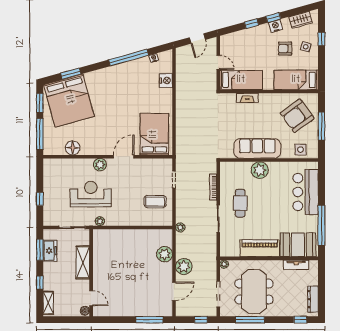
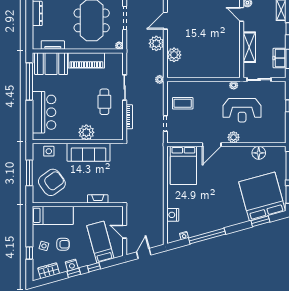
bed: (241, 80) -> (100, 242), moved, turned 75

